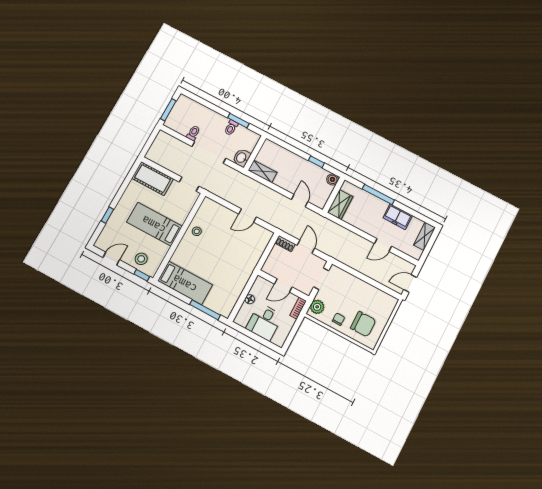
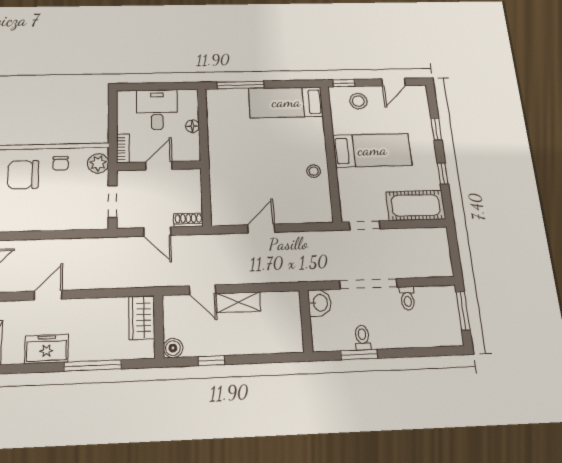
shelving: (263, 171) -> (238, 302), moved
window: (124, 187) -> (443, 174), added

